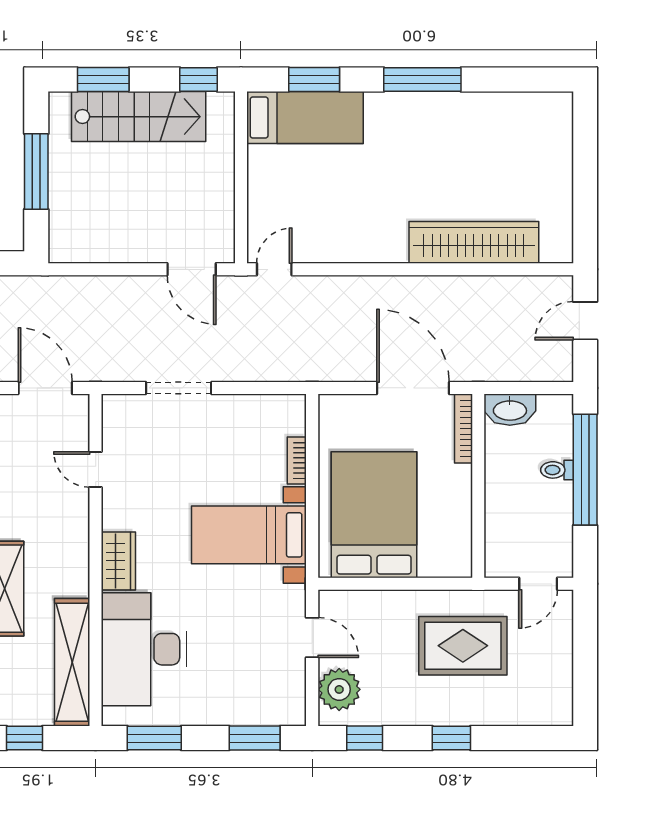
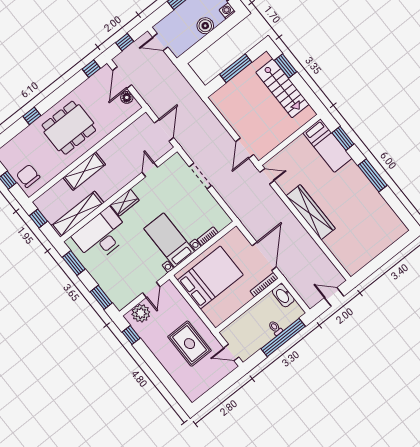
window: (198, 79) -> (311, 99), removed
wardrobe: (474, 242) -> (311, 212), moved
window: (451, 738) -> (155, 365), removed

